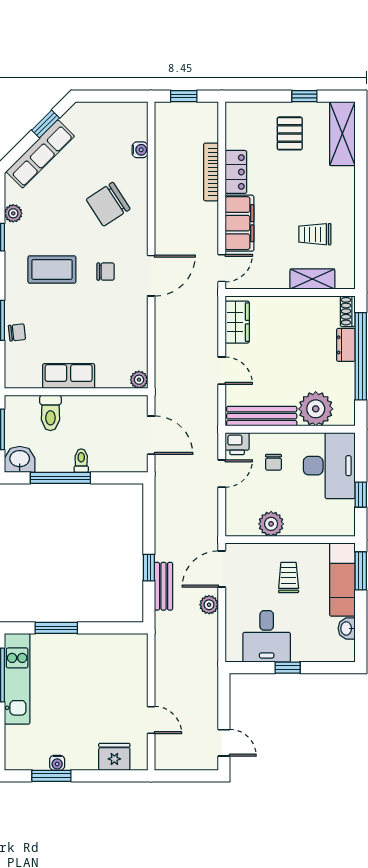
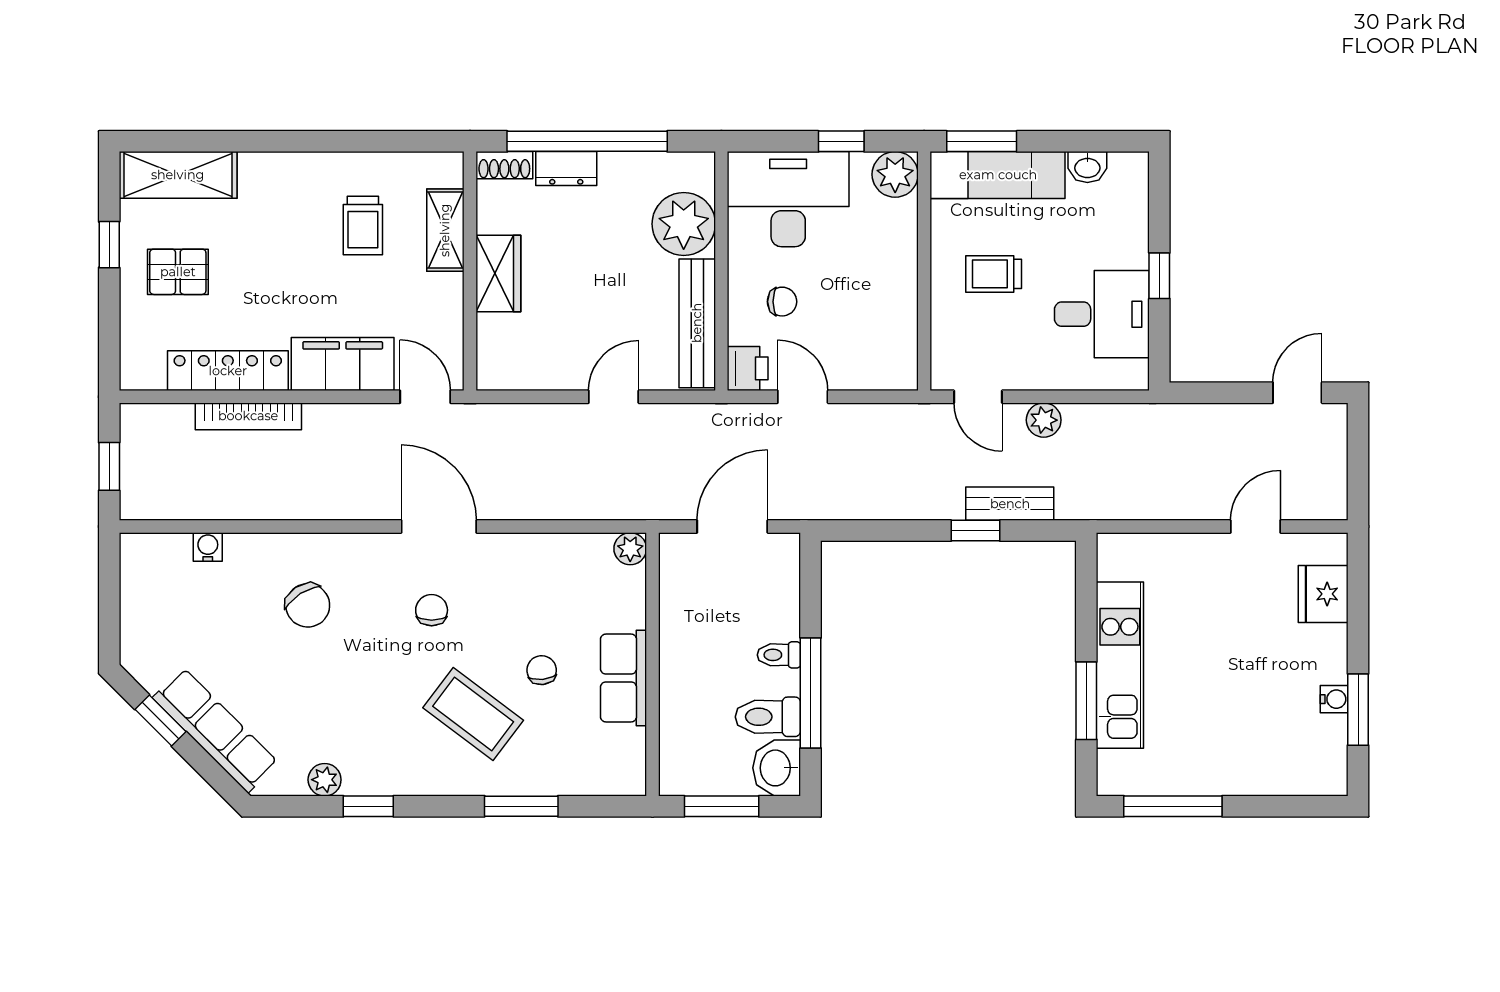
locker: (236, 172) -> (228, 371), width x1.53
chair: (108, 204) -> (308, 605), width x0.73, depth x0.73
coffee table: (52, 269) -> (473, 714), moved, turned -53
wardrobe: (237, 322) -> (498, 273), moved, turned 90
chair: (17, 332) -> (542, 670), moved
toilet: (50, 413) -> (768, 717), moved, turned 180
plant: (271, 524) -> (895, 174), moved
door: (222, 569) -> (978, 397), width x0.73
kitchen unit: (17, 679) -> (1120, 665), moved, turned 90

